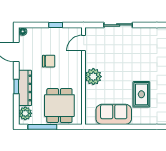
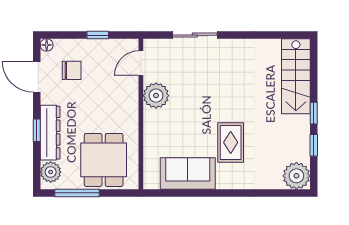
chair: (49, 61) -> (72, 70), moved
plant: (93, 77) -> (156, 96), moved

